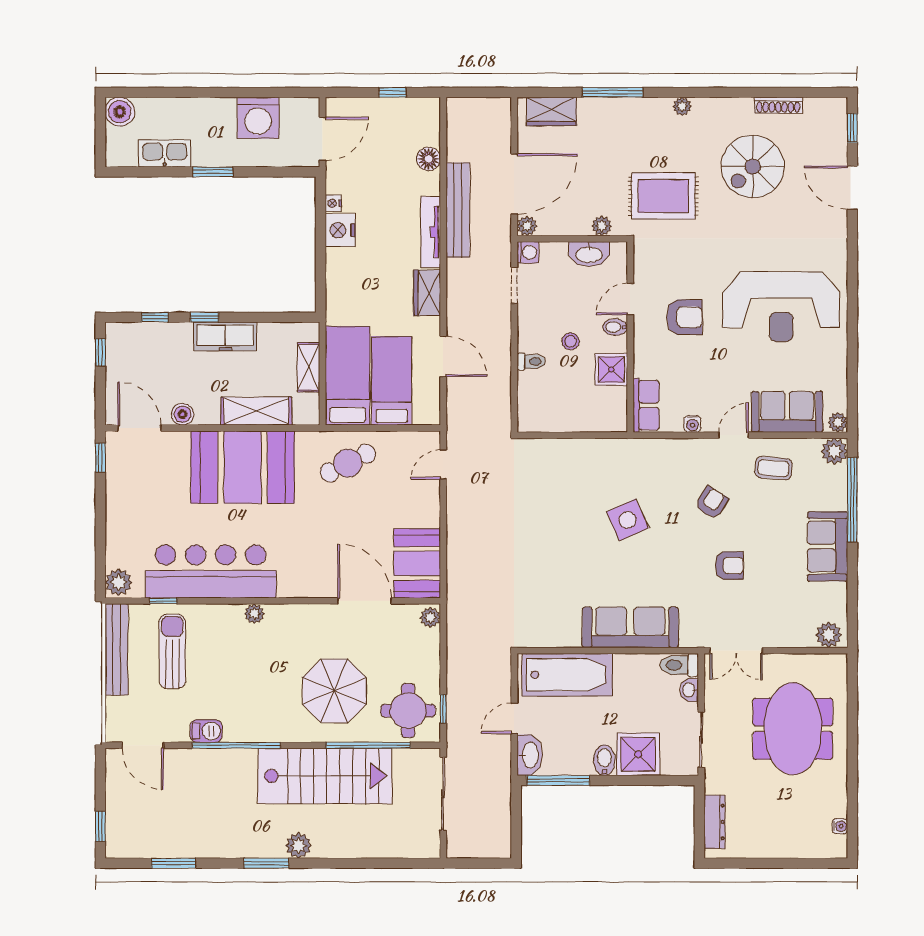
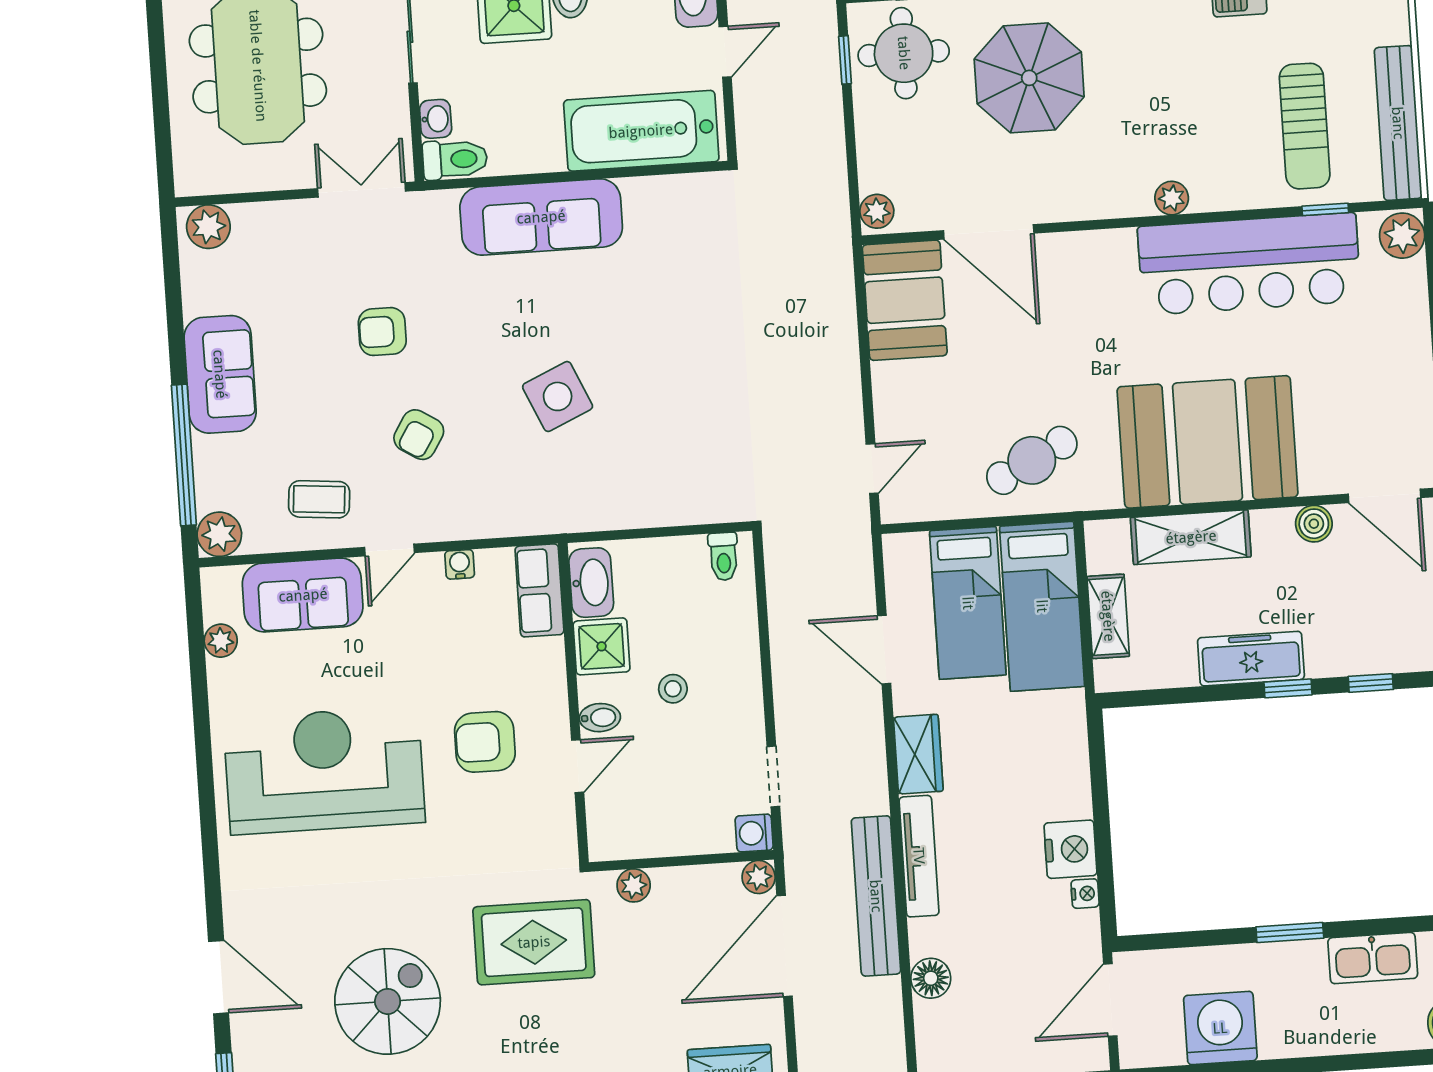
washbasin: (589, 254) -> (591, 583), moved, turned 90
toilet: (531, 362) -> (723, 556), moved, turned -90
plant: (838, 422) -> (221, 641), moved

